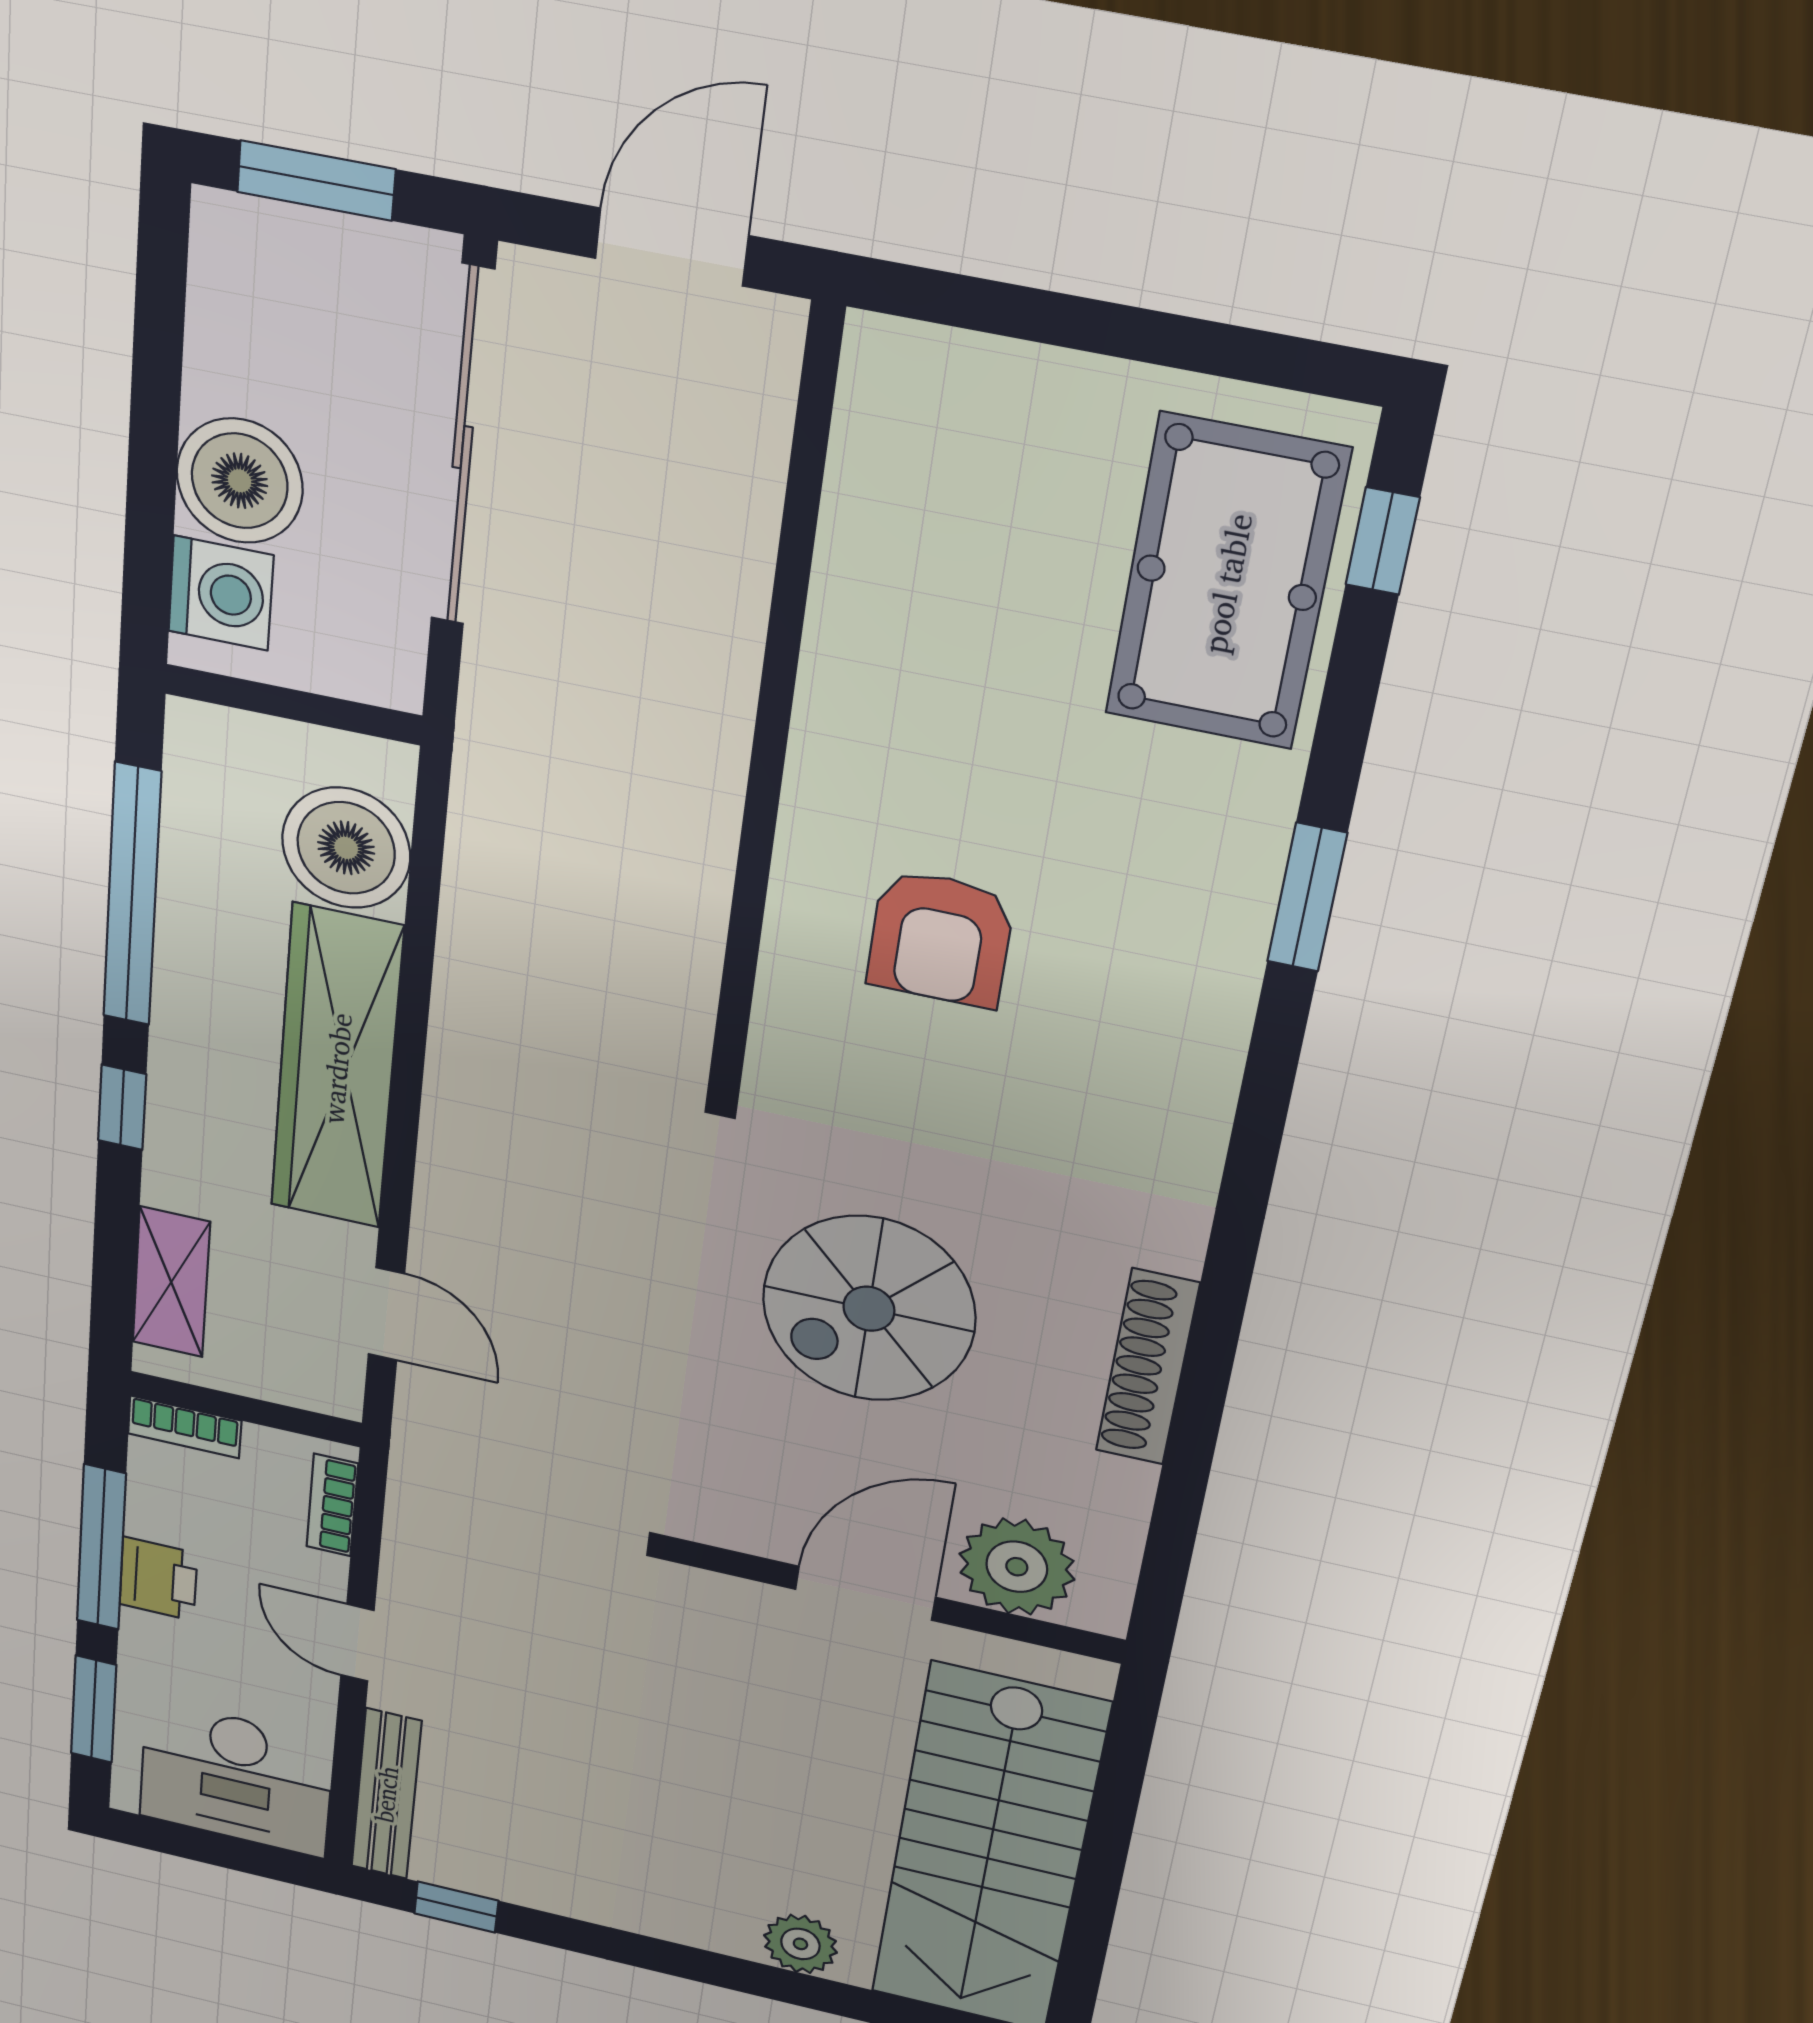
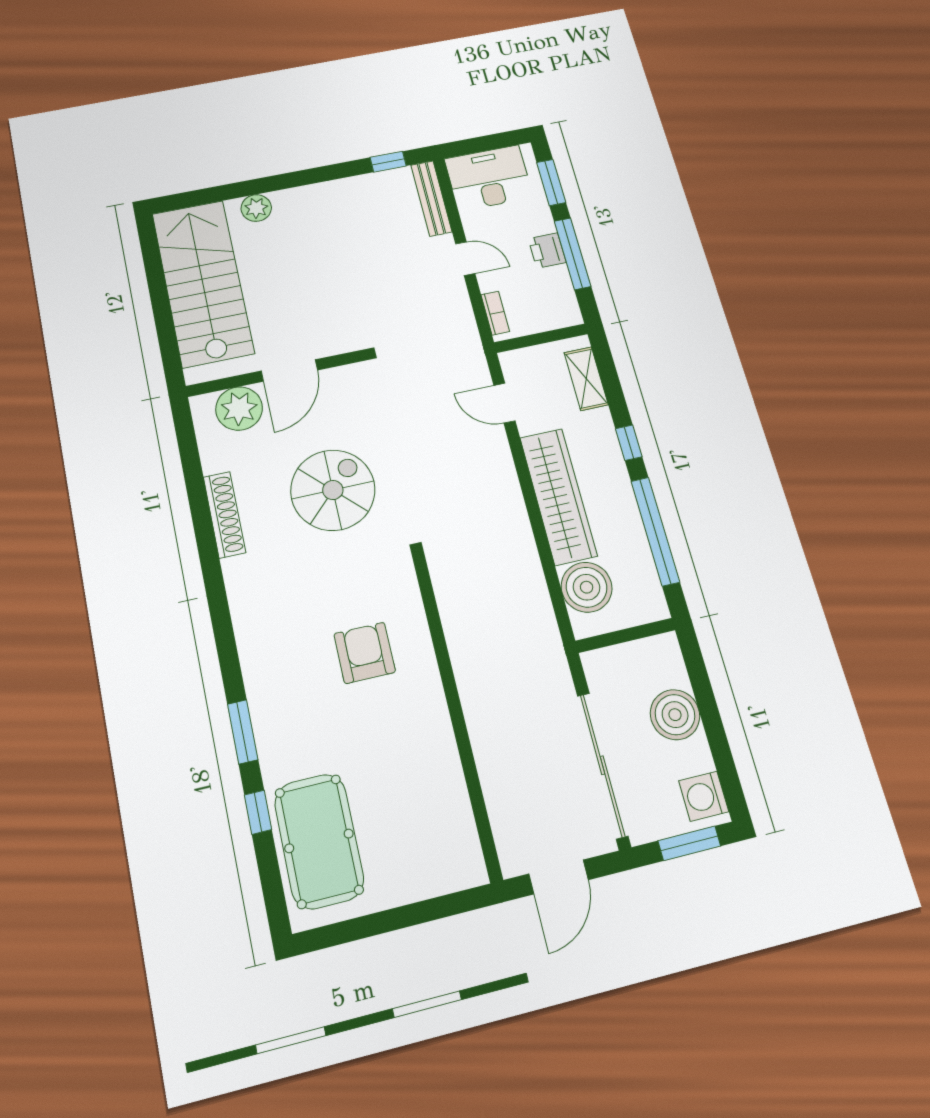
window: (1383, 541) -> (258, 812), moved
washing machine: (221, 593) -> (704, 796), moved
bookcase: (185, 1427) -> (560, 320), removed

